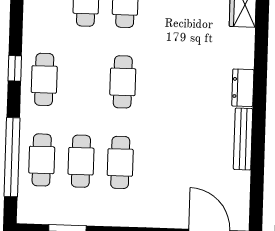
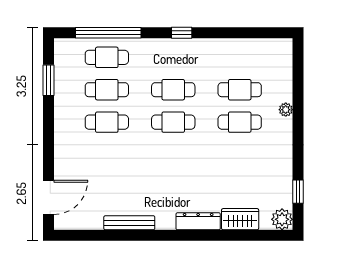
cafe table: (44, 79) -> (173, 90), moved
dresser: (243, 88) -> (198, 221), moved, width x1.44

